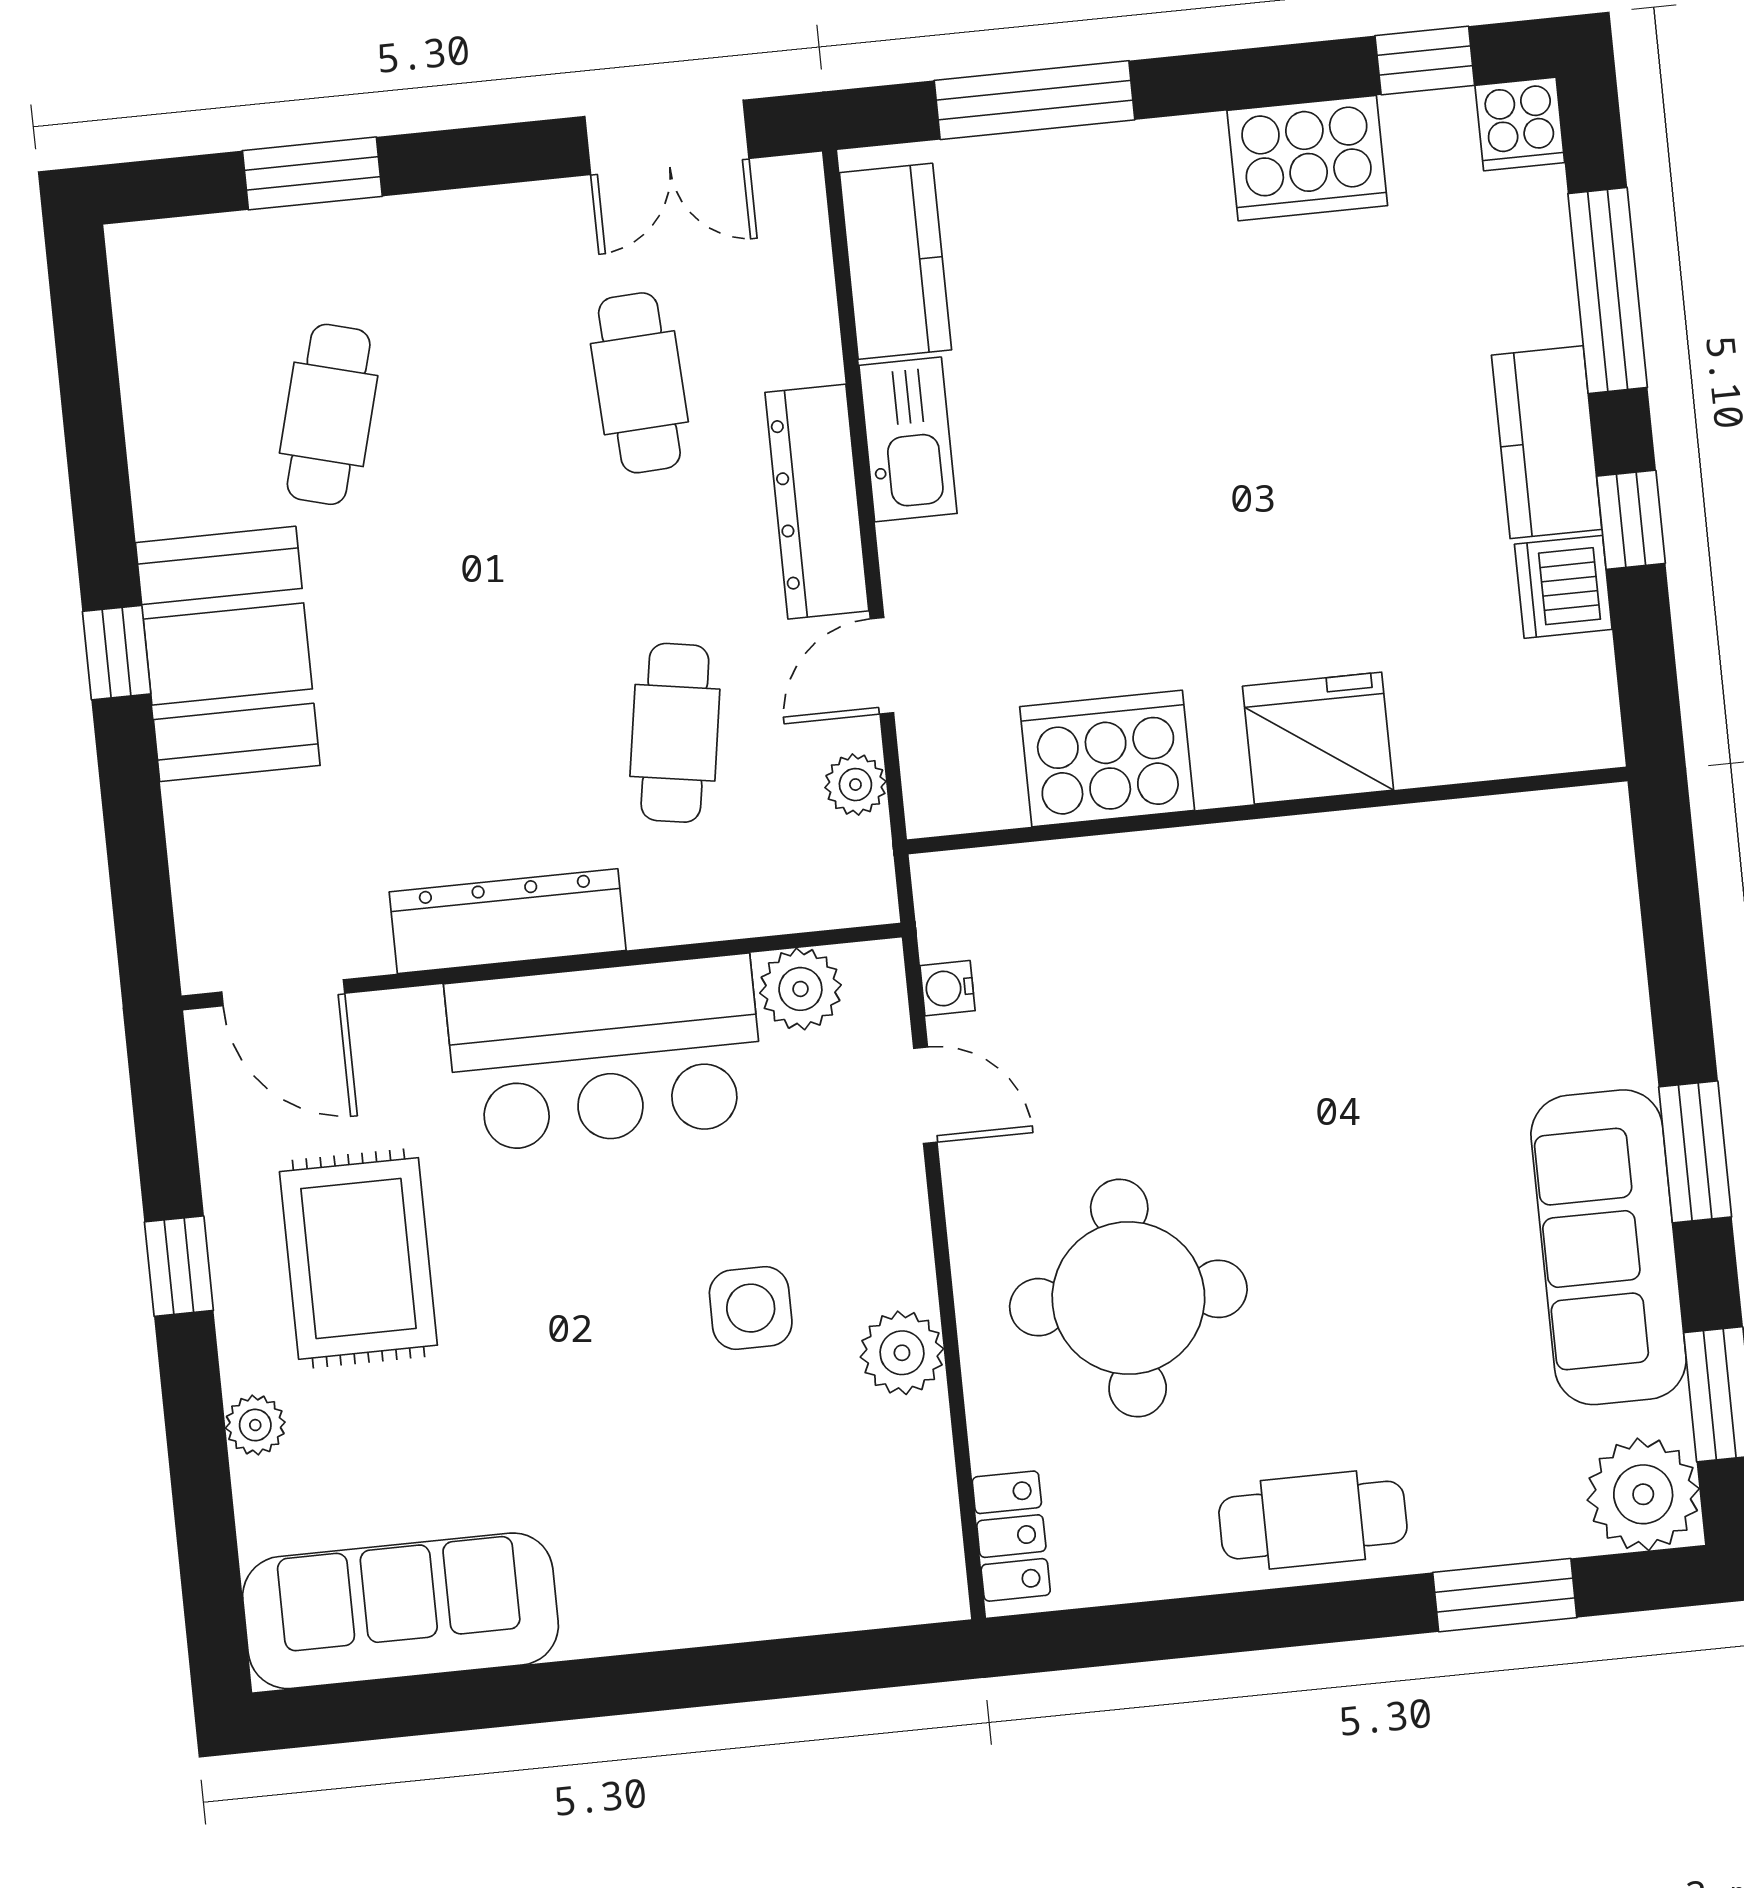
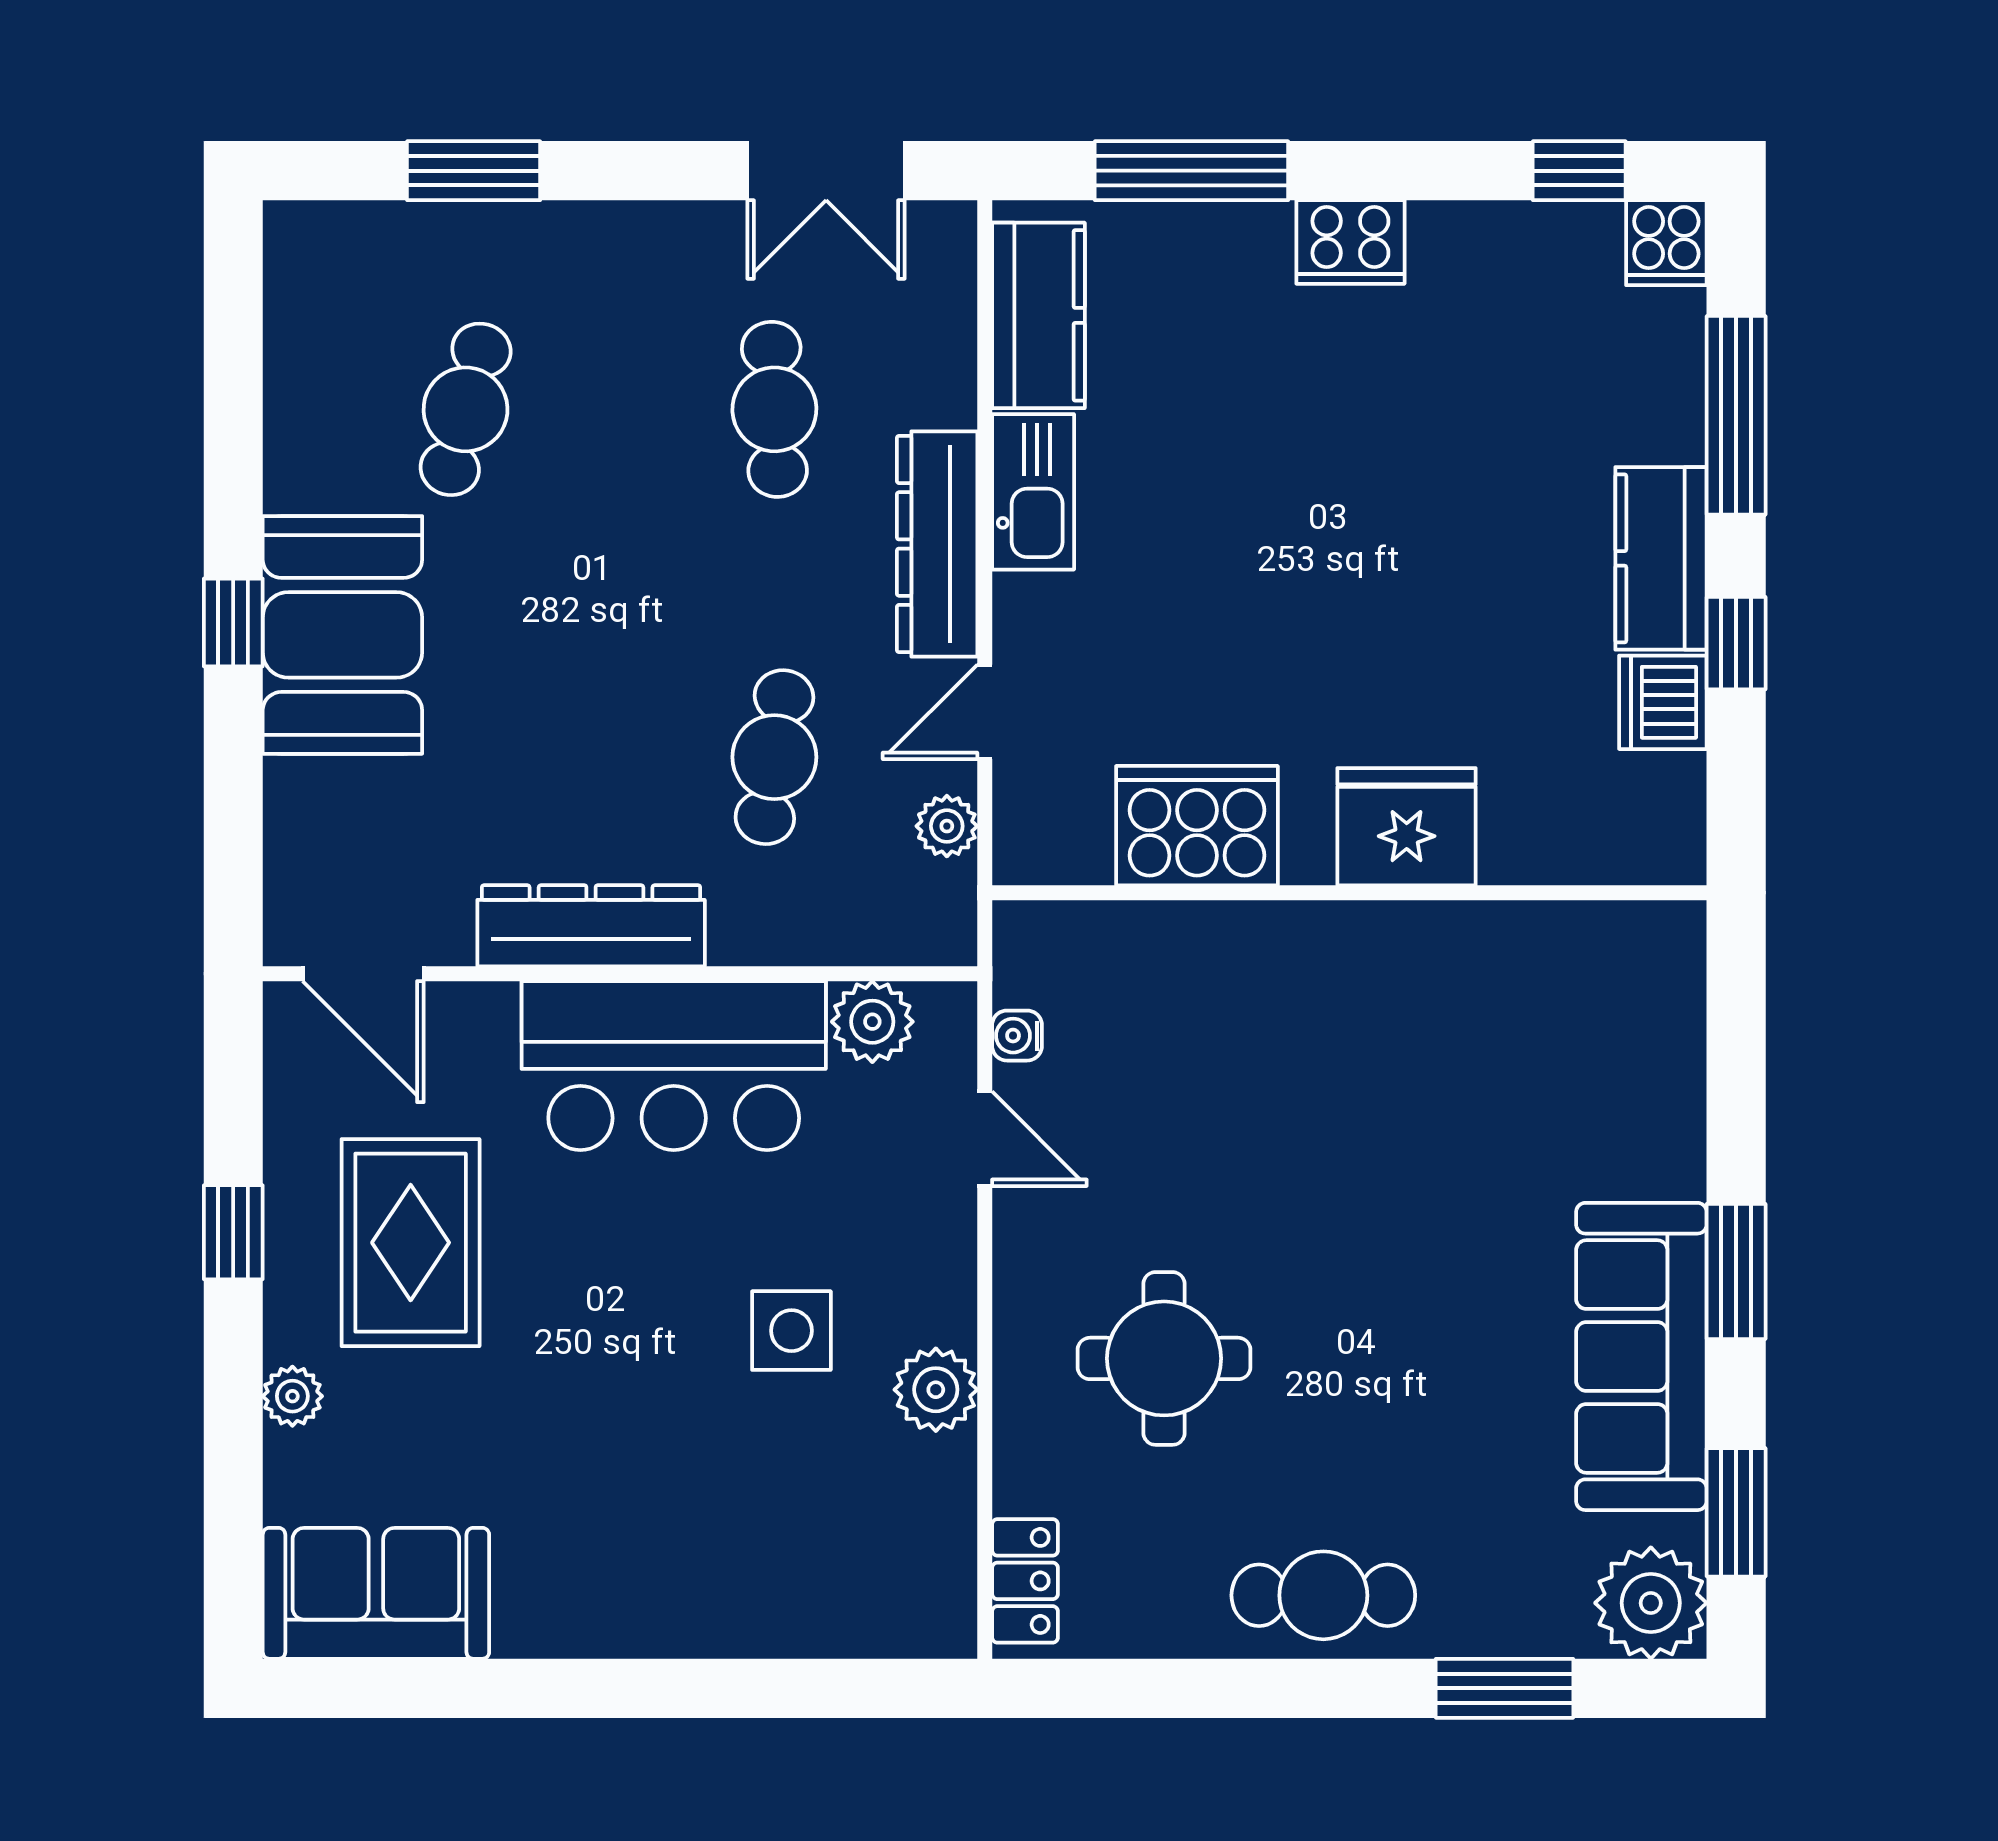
cooker: (1307, 158) -> (1350, 242), moved, width x0.73, depth x0.76
round table: (1128, 1298) -> (1164, 1358), width x0.73, depth x0.73
sofa: (400, 1611) -> (376, 1593), width x0.73

